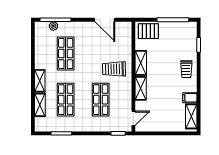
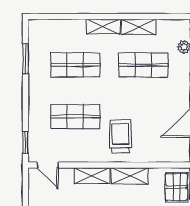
shelving: (40, 105) -> (138, 27), moved

